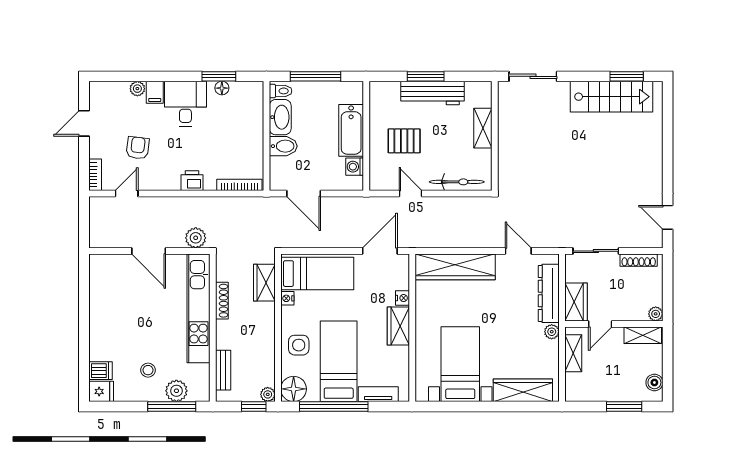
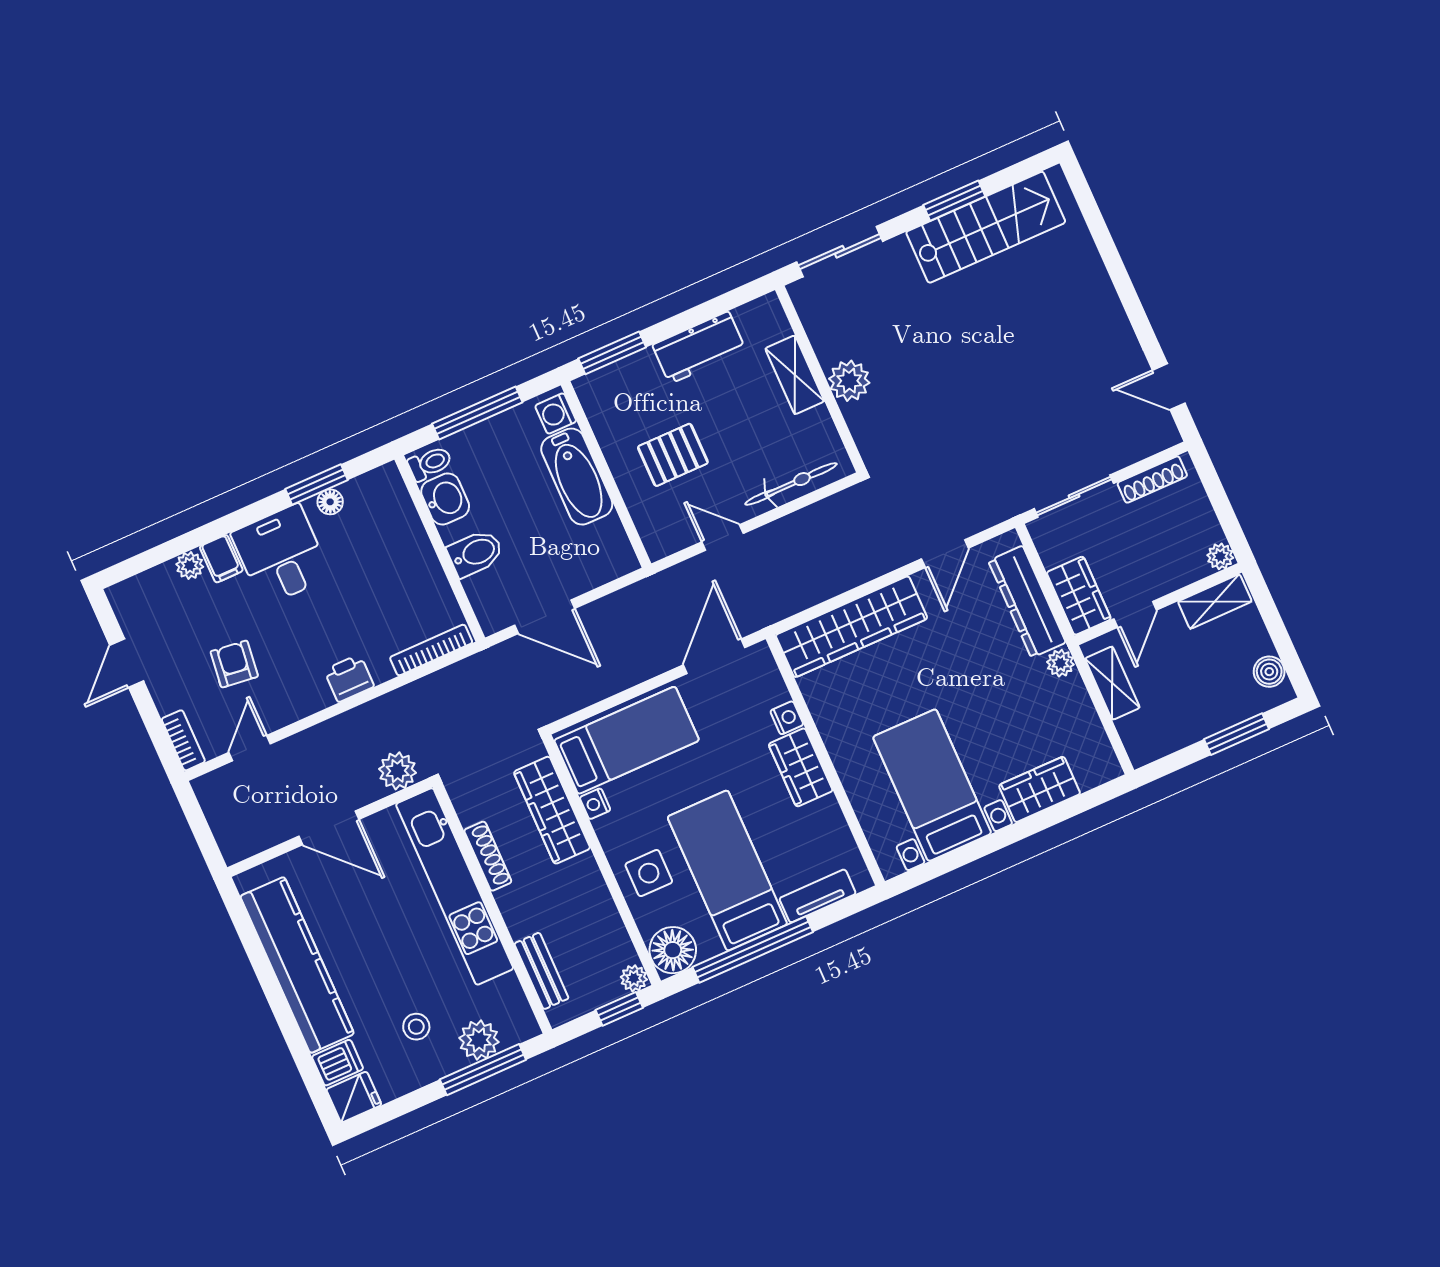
window: (426, 76) -> (612, 353), moved
window: (627, 76) -> (954, 201), moved
workbench: (432, 93) -> (699, 348), width x0.73
washbasin: (280, 117) -> (445, 499), width x0.72
plant: (509, 143) -> (849, 381), added
washing machine: (355, 167) -> (556, 414), moved
door: (518, 251) -> (945, 554), swing flipped
wardrobe: (264, 283) -> (552, 810), width x1.50
kitchen counter: (102, 313) -> (297, 965), added
wardrobe: (523, 390) -> (1040, 789), width x0.67

